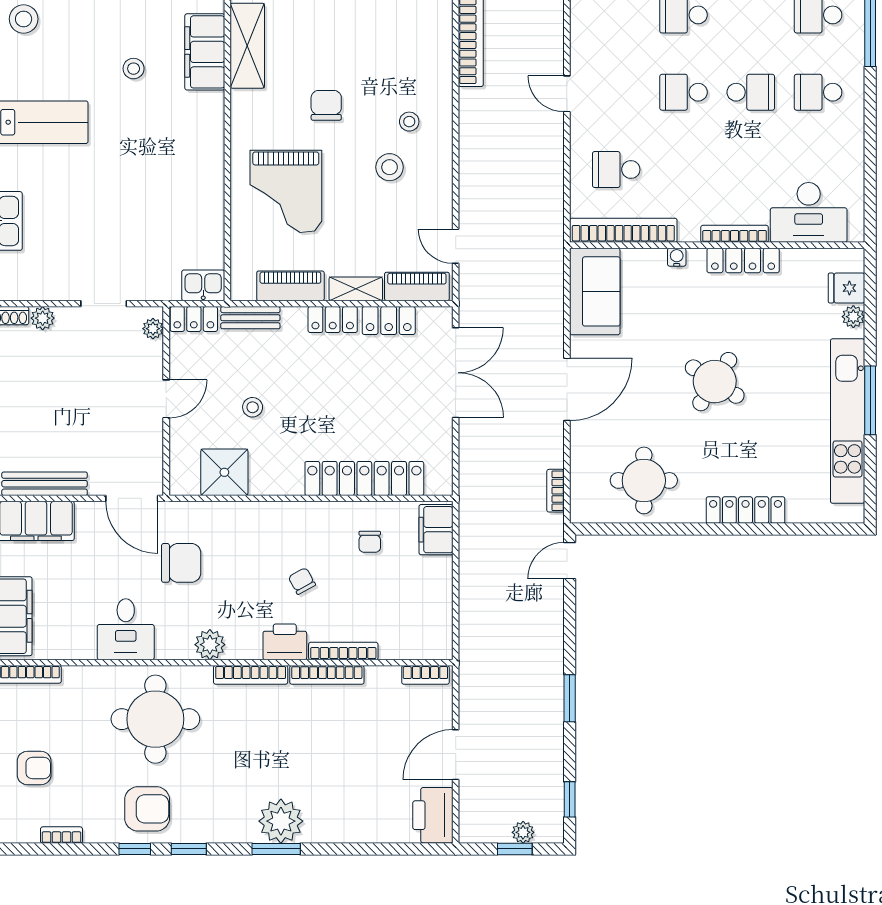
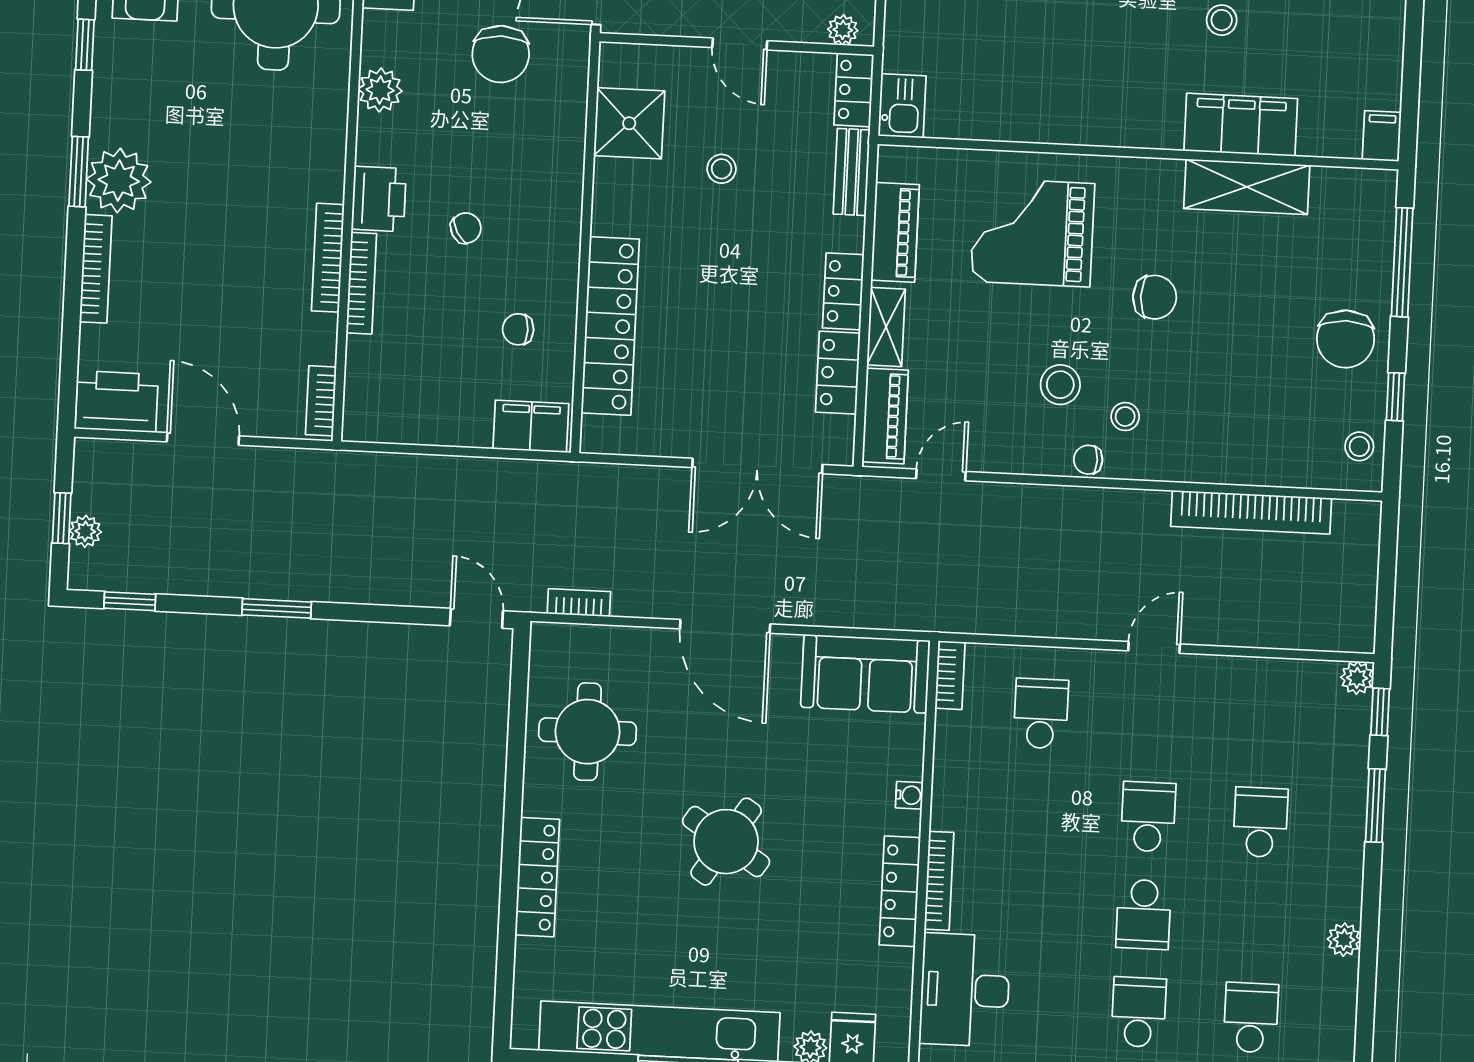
chair: (440, 146) -> (1088, 460), added
bookcase: (623, 230) -> (950, 675), width x0.43, depth x0.76
bookcase: (251, 675) -> (96, 269), moved, turned 180

